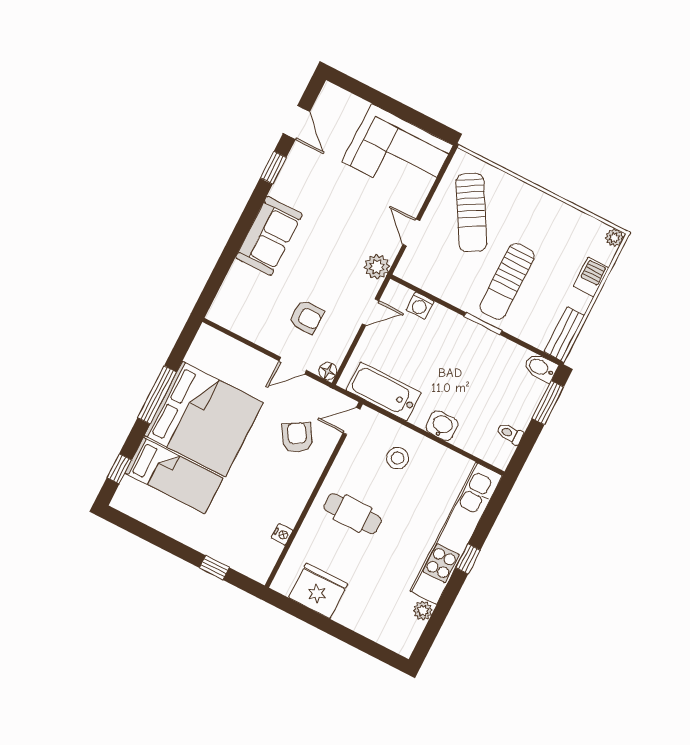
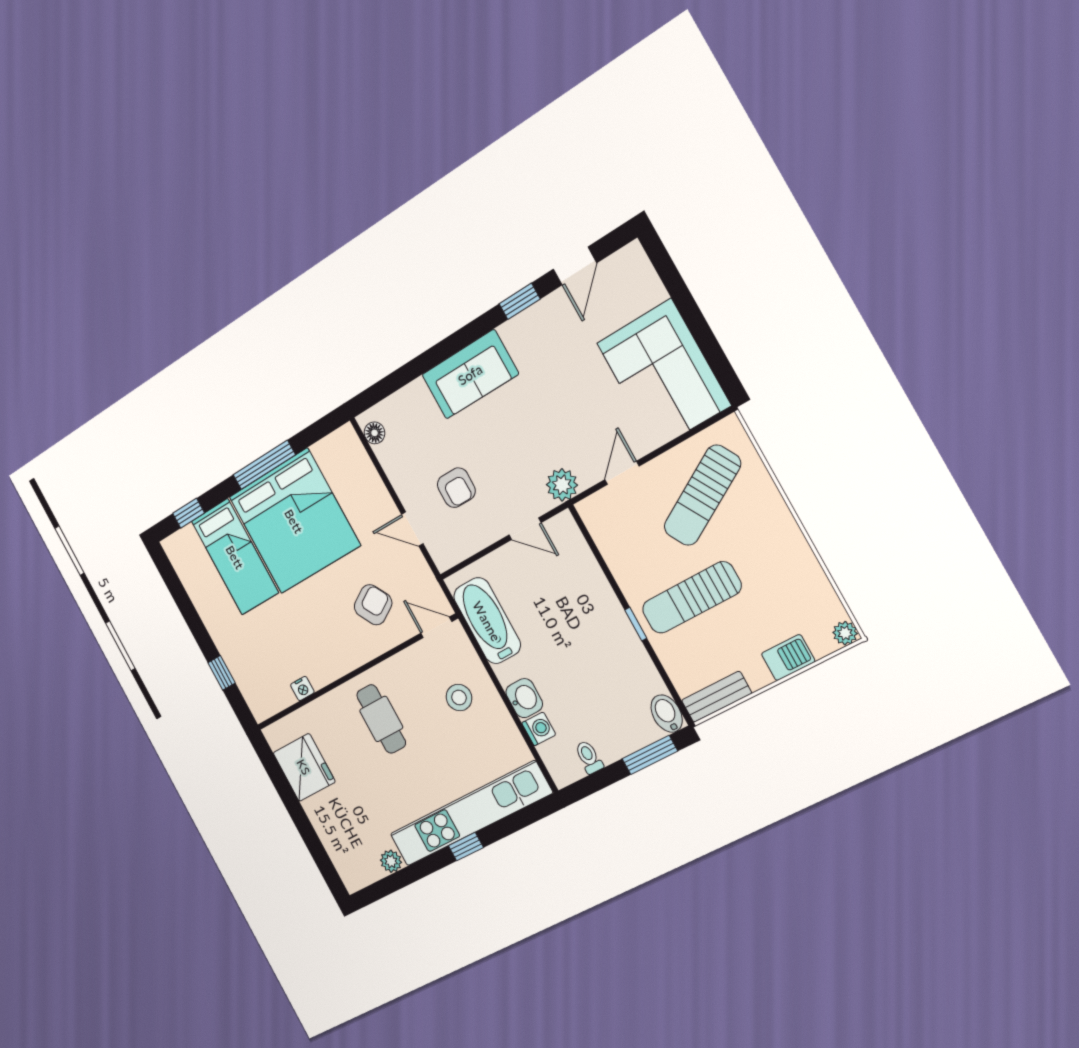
washing machine: (420, 306) -> (539, 729), moved, turned 180
window: (483, 324) -> (636, 624), width x0.67
floor lamp: (328, 371) -> (374, 433), moved

